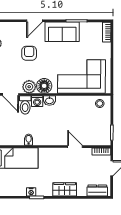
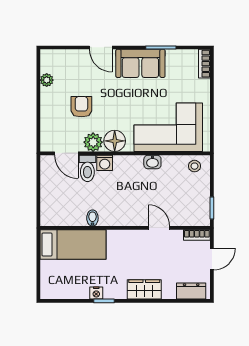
door: (35, 21) -> (101, 47), hinge flipped
armchair: (29, 53) -> (81, 107), moved
washbasin: (49, 101) -> (152, 162), moved

